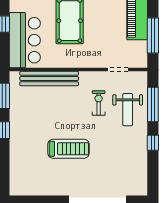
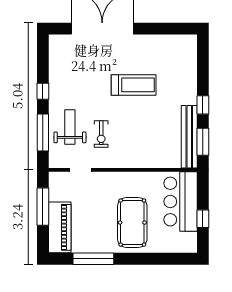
bench: (49, 78) -> (189, 137), moved, turned 90
treadmill: (68, 149) -> (134, 85), turned 180

